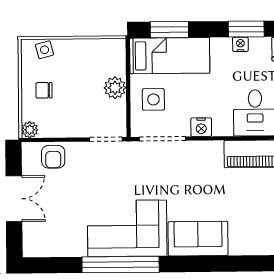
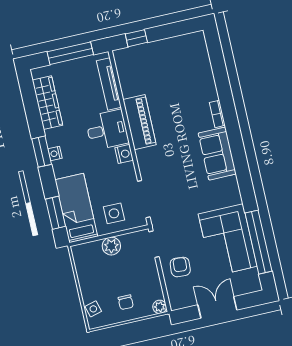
nightstand: (201, 127) -> (124, 154), moved
armchair: (53, 157) -> (180, 267), moved, turned -86
corner sofa: (127, 228) -> (228, 240), moved
bookcase: (245, 249) -> (217, 114), added
window: (121, 265) -> (258, 242), moved

